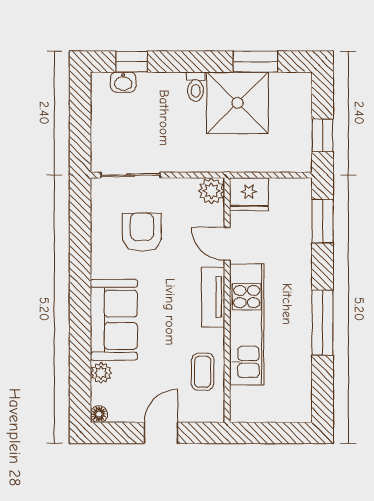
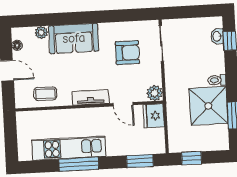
door: (227, 244) -> (123, 104), swing flipped
kitchen unit: (247, 324) -> (69, 148), moved, turned 180
floor lamp: (99, 414) -> (17, 45), moved

